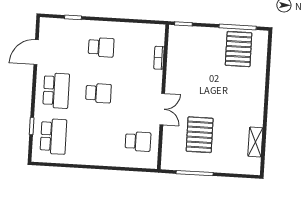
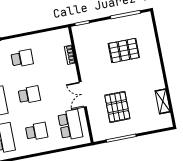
pallet: (239, 49) -> (124, 51), moved, turned 90
double door: (162, 109) -> (83, 94), swing flipped
school desk: (96, 139) -> (37, 131), added
school desk: (138, 141) -> (70, 125), width x1.85

